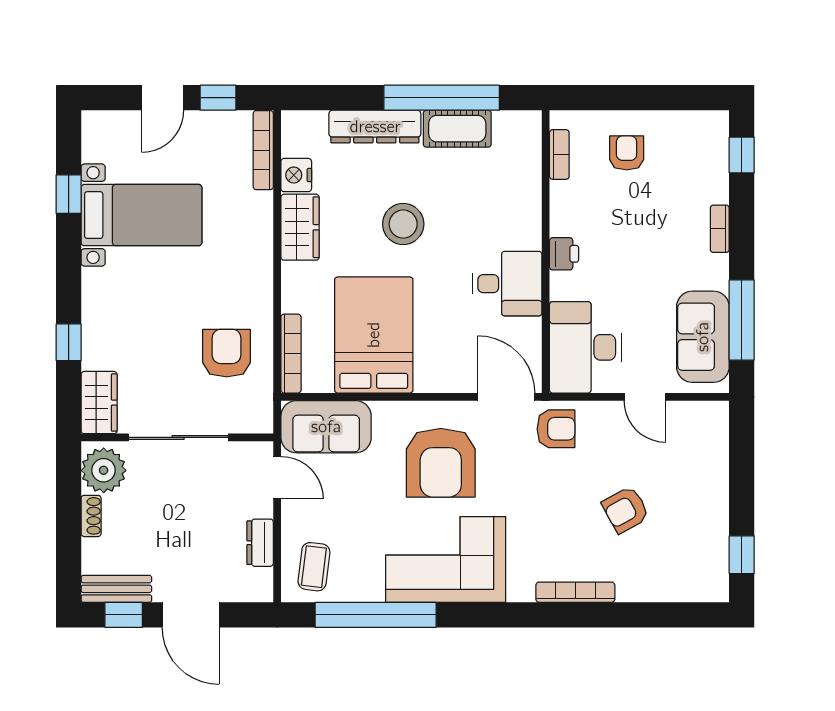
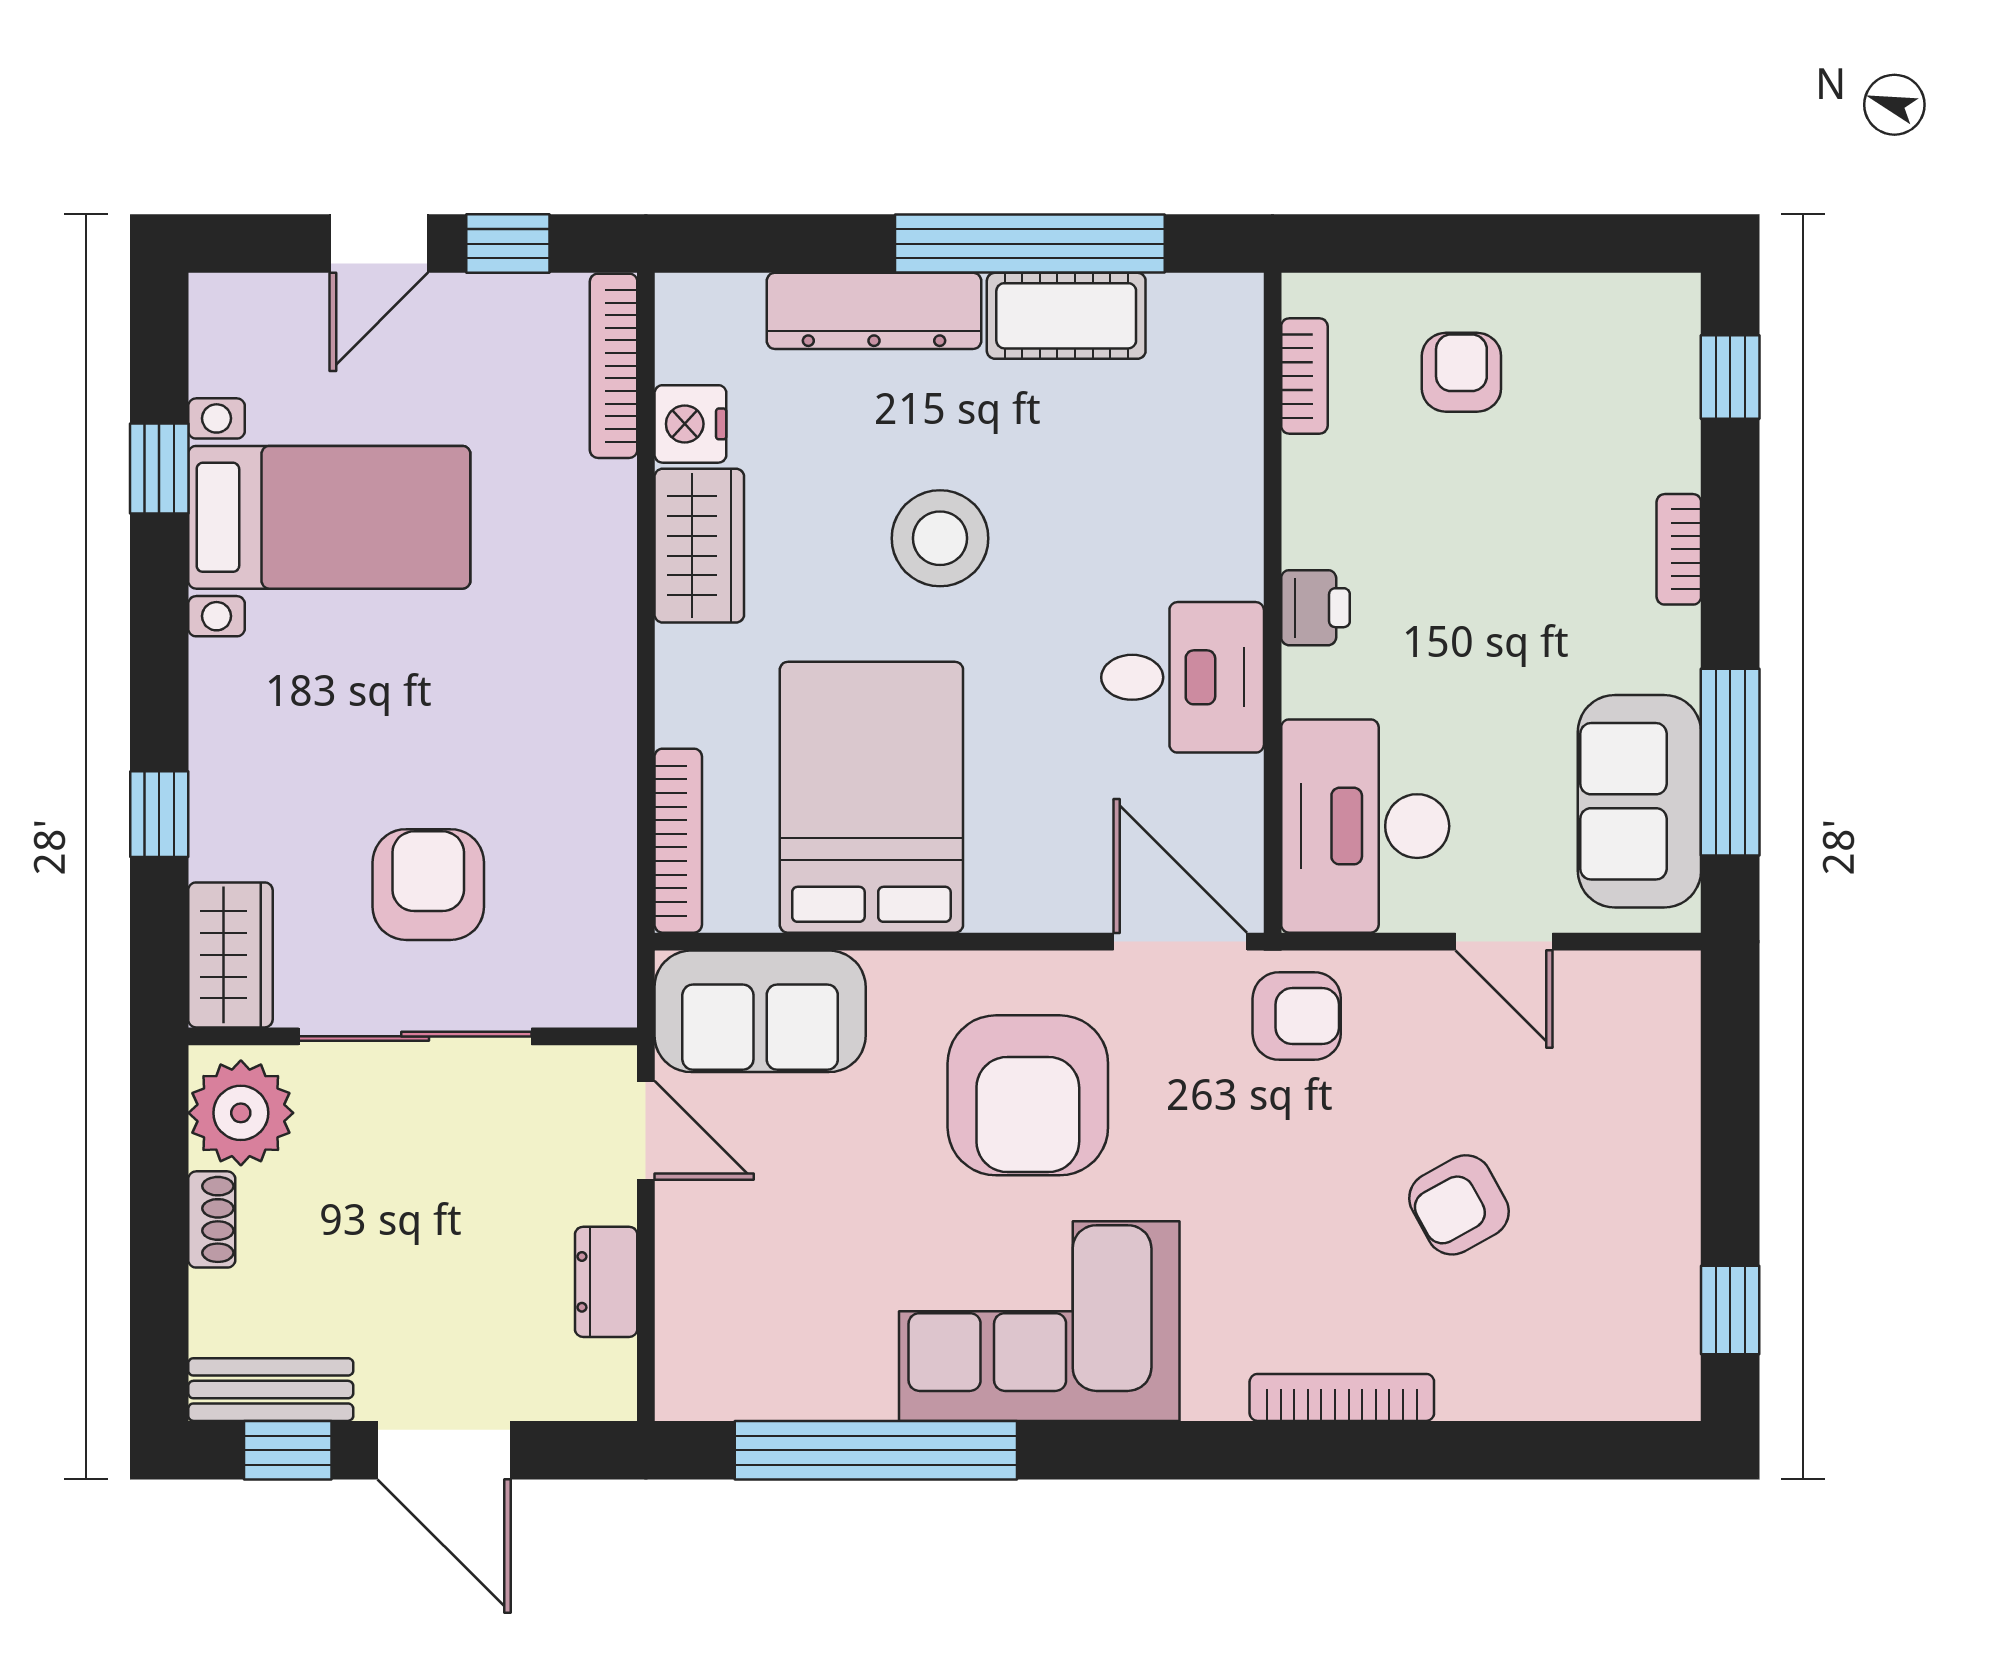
armchair: (227, 353) -> (428, 885), moved
coffee table: (314, 567) -> (732, 1338), removed

